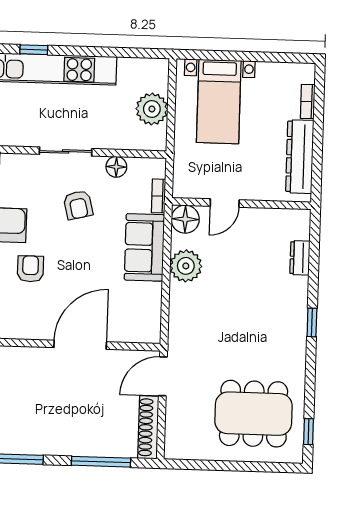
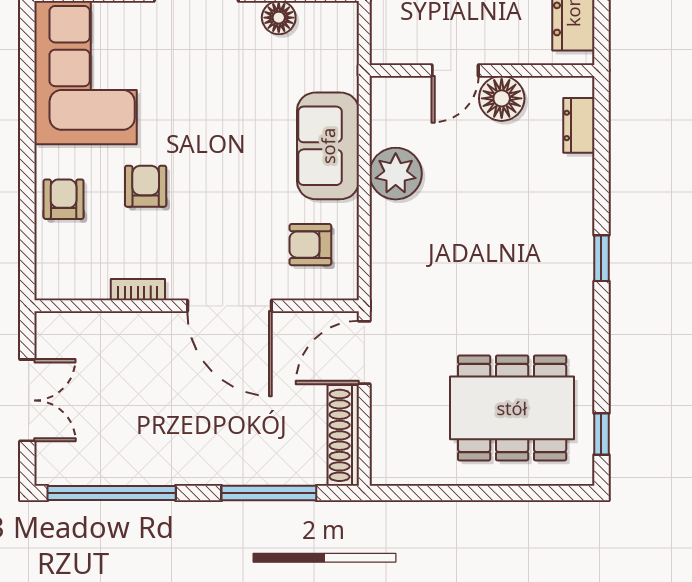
bookcase: (158, 196) -> (138, 290), moved, turned 90
armchair: (78, 205) -> (310, 245), moved, turned 104
floor lamp: (185, 219) -> (502, 98), moved
dresser: (300, 258) -> (579, 125), moved
door: (80, 345) -> (230, 306), swing flipped

